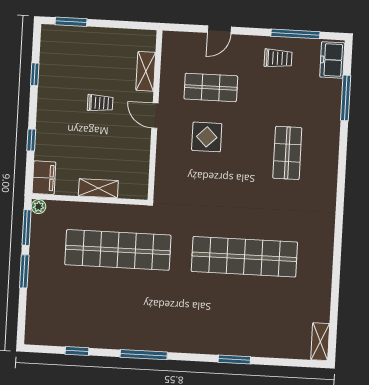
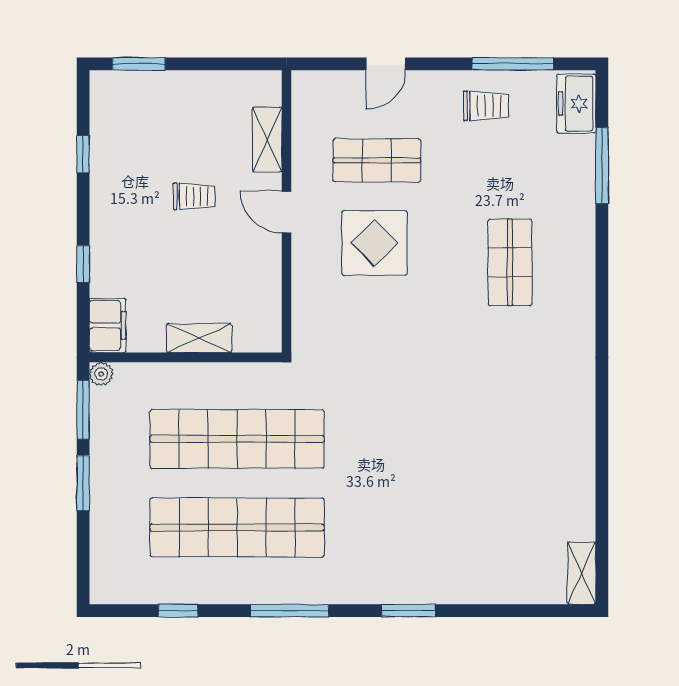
display table: (207, 137) -> (375, 243), width x1.36, depth x1.36
shop shelf: (244, 257) -> (237, 527), moved
window: (234, 359) -> (408, 611), moved

